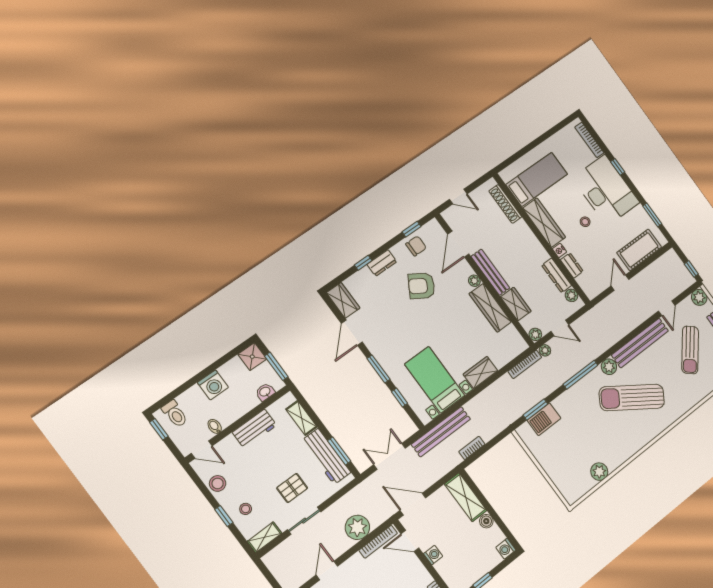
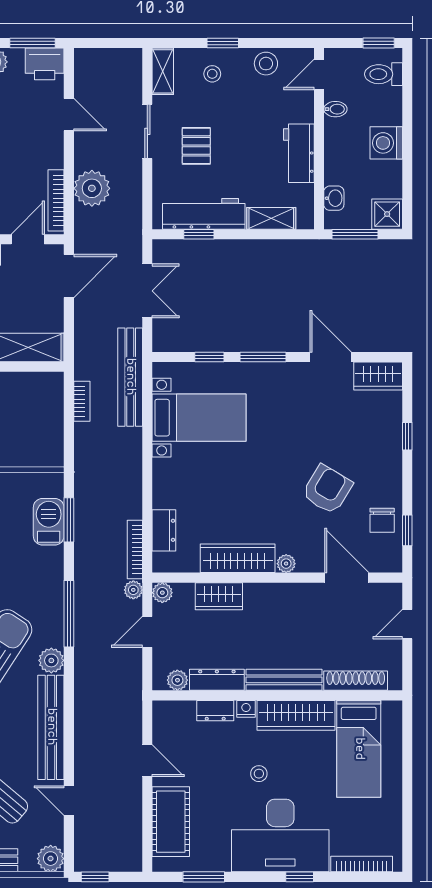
dresser: (382, 263) -> (164, 530), moved, turned 180
bench: (490, 272) -> (284, 680), moved
wardrobe: (480, 372) -> (166, 483), removed
window: (339, 451) -> (199, 234), width x0.67

